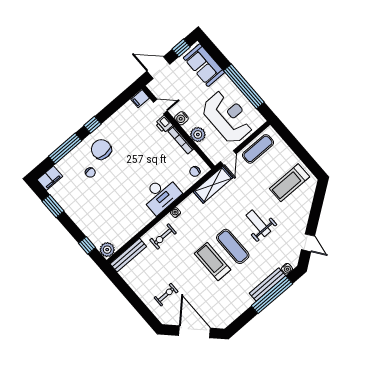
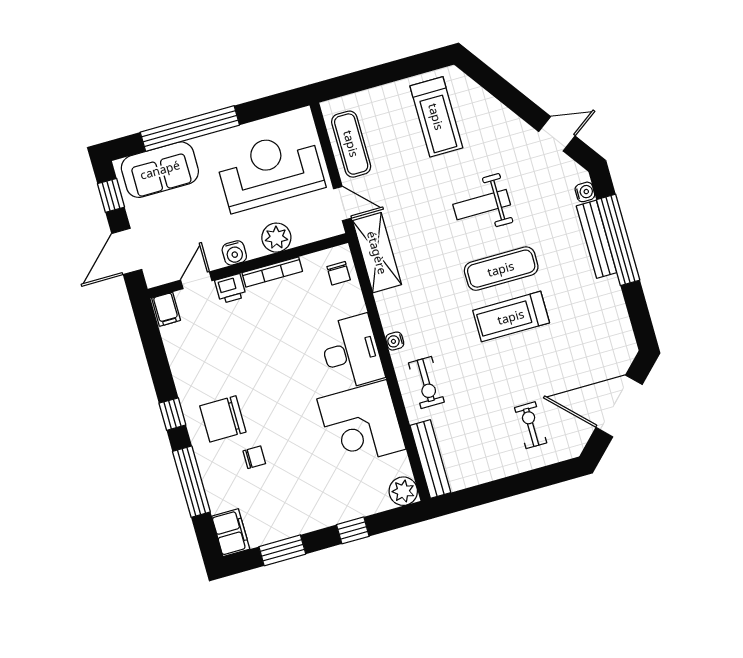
window: (244, 86) -> (190, 129), moved
corner desk: (129, 215) -> (361, 424), added
window: (87, 245) -> (353, 530), moved

